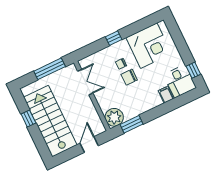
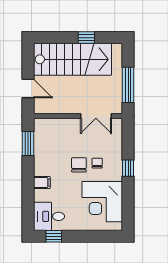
filing cabinet: (166, 95) -> (42, 183), moved
plant: (114, 117) -> (44, 129), removed

